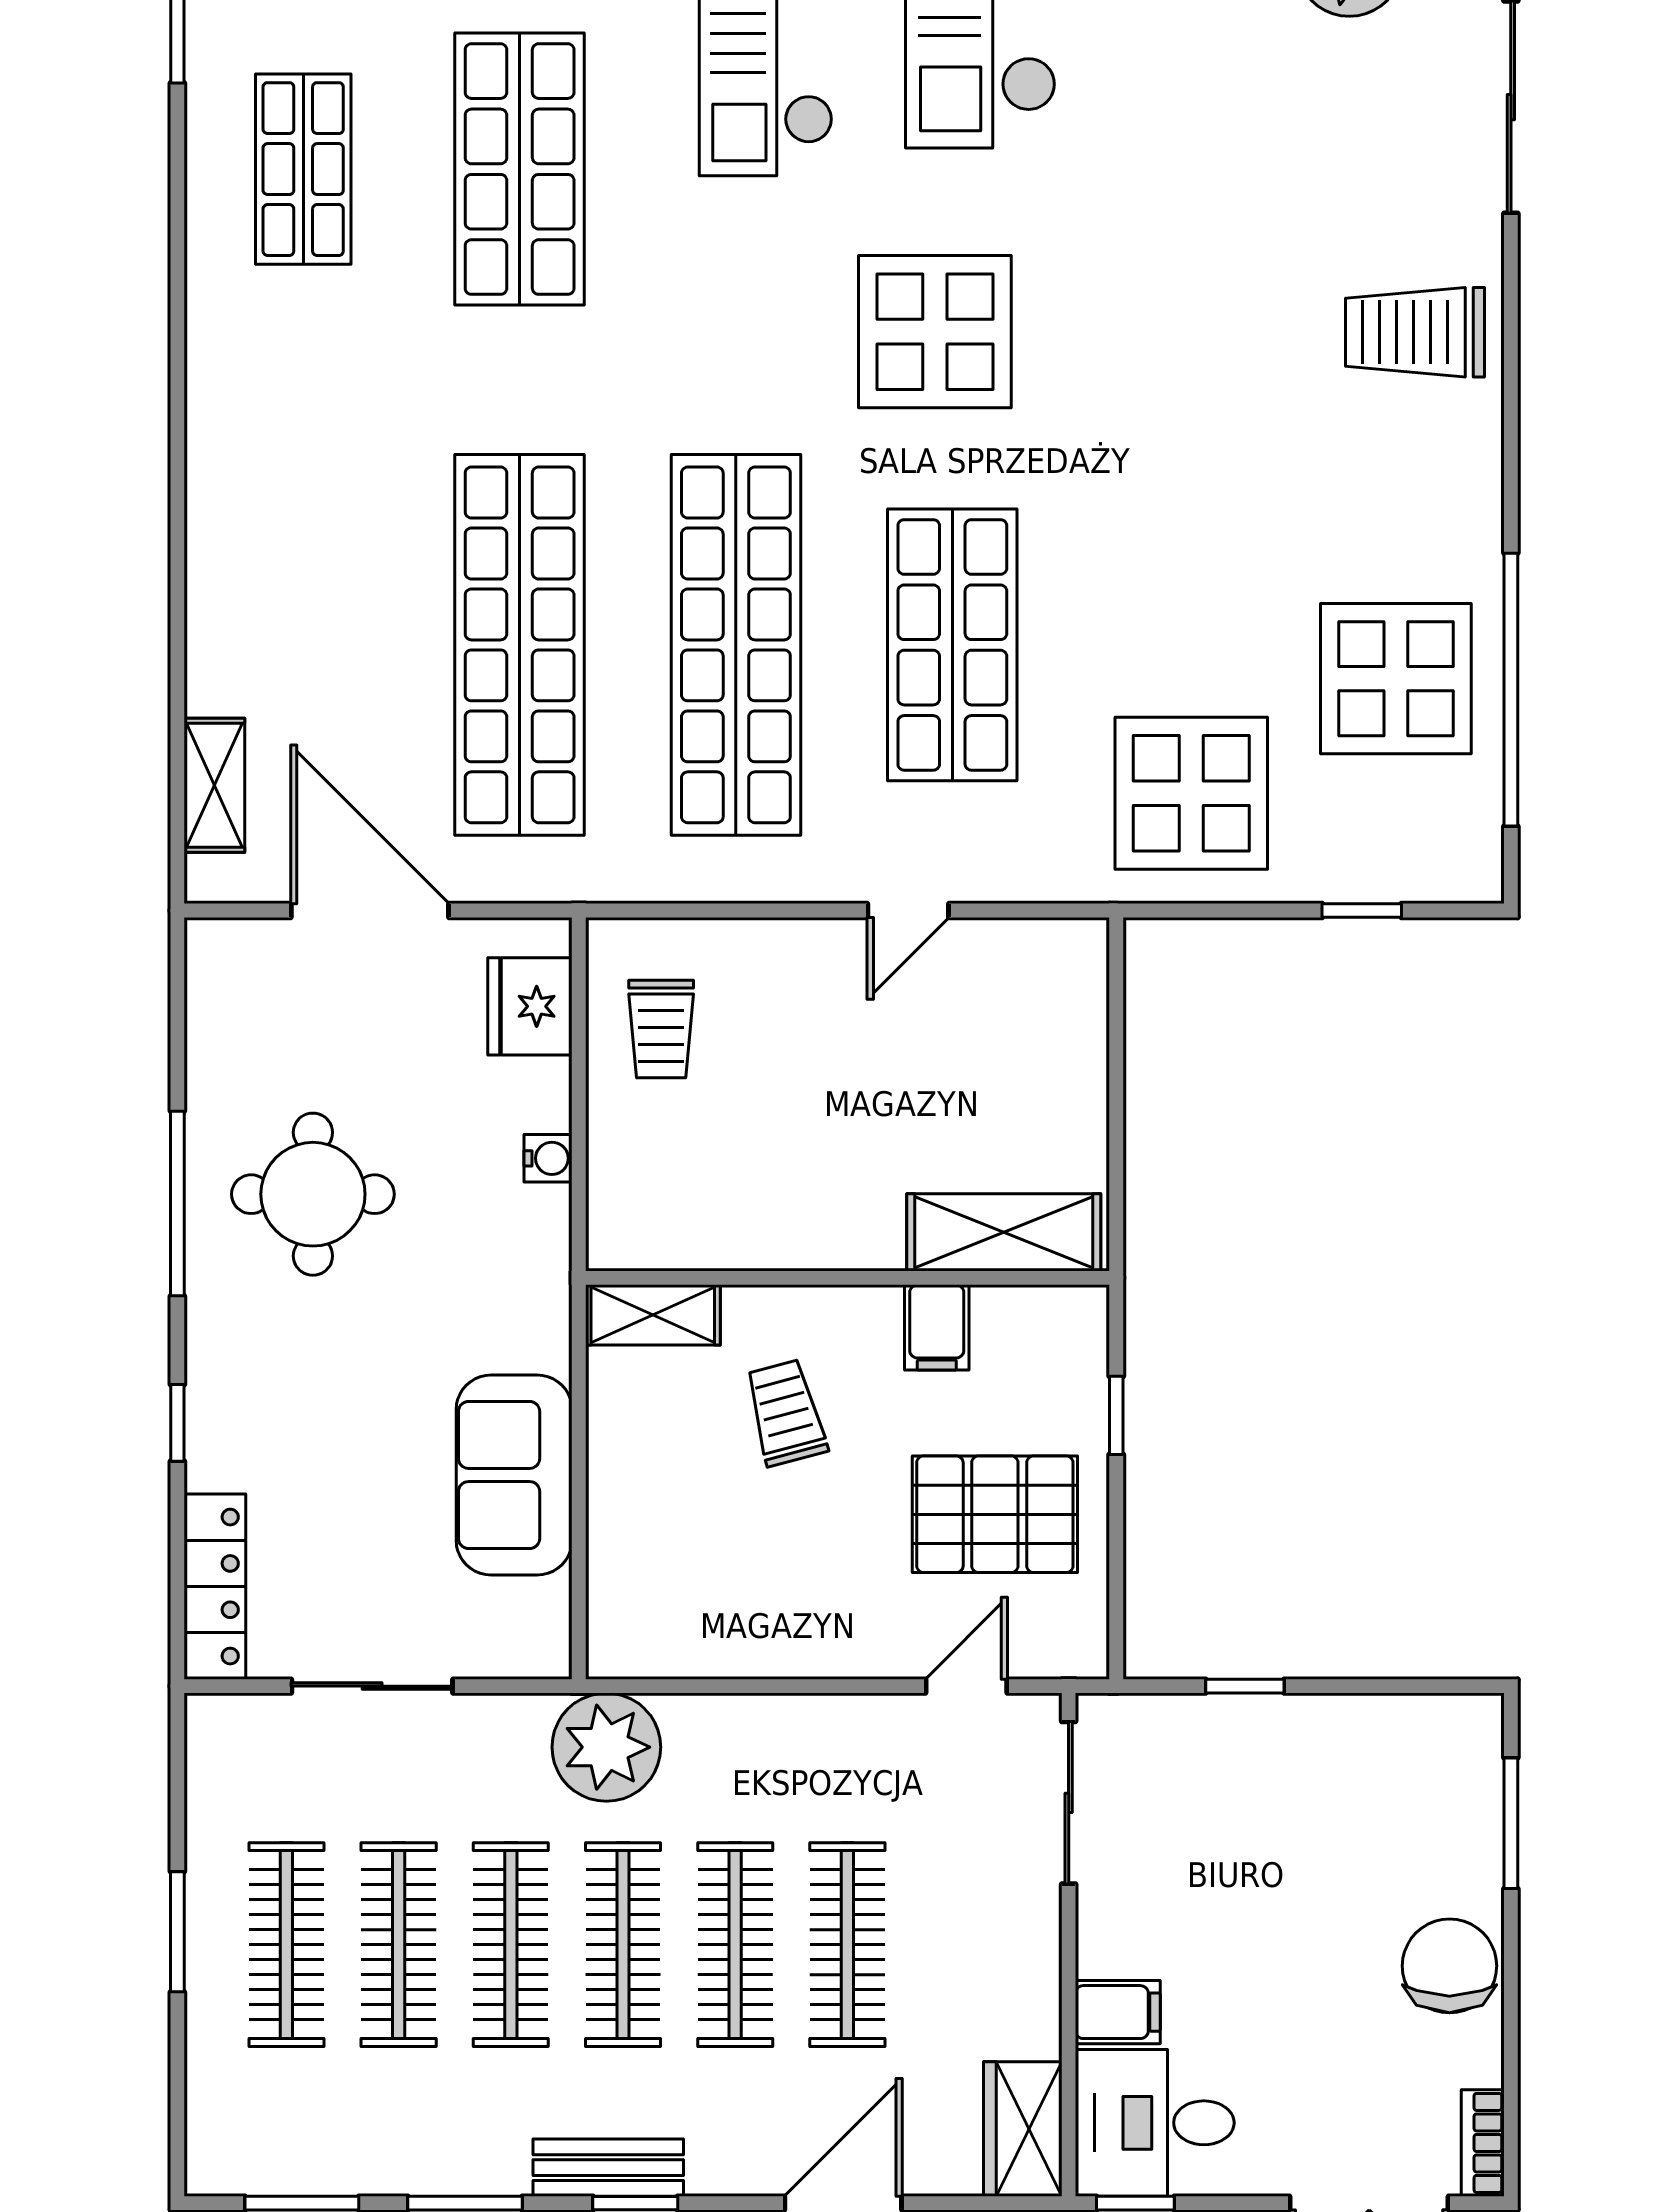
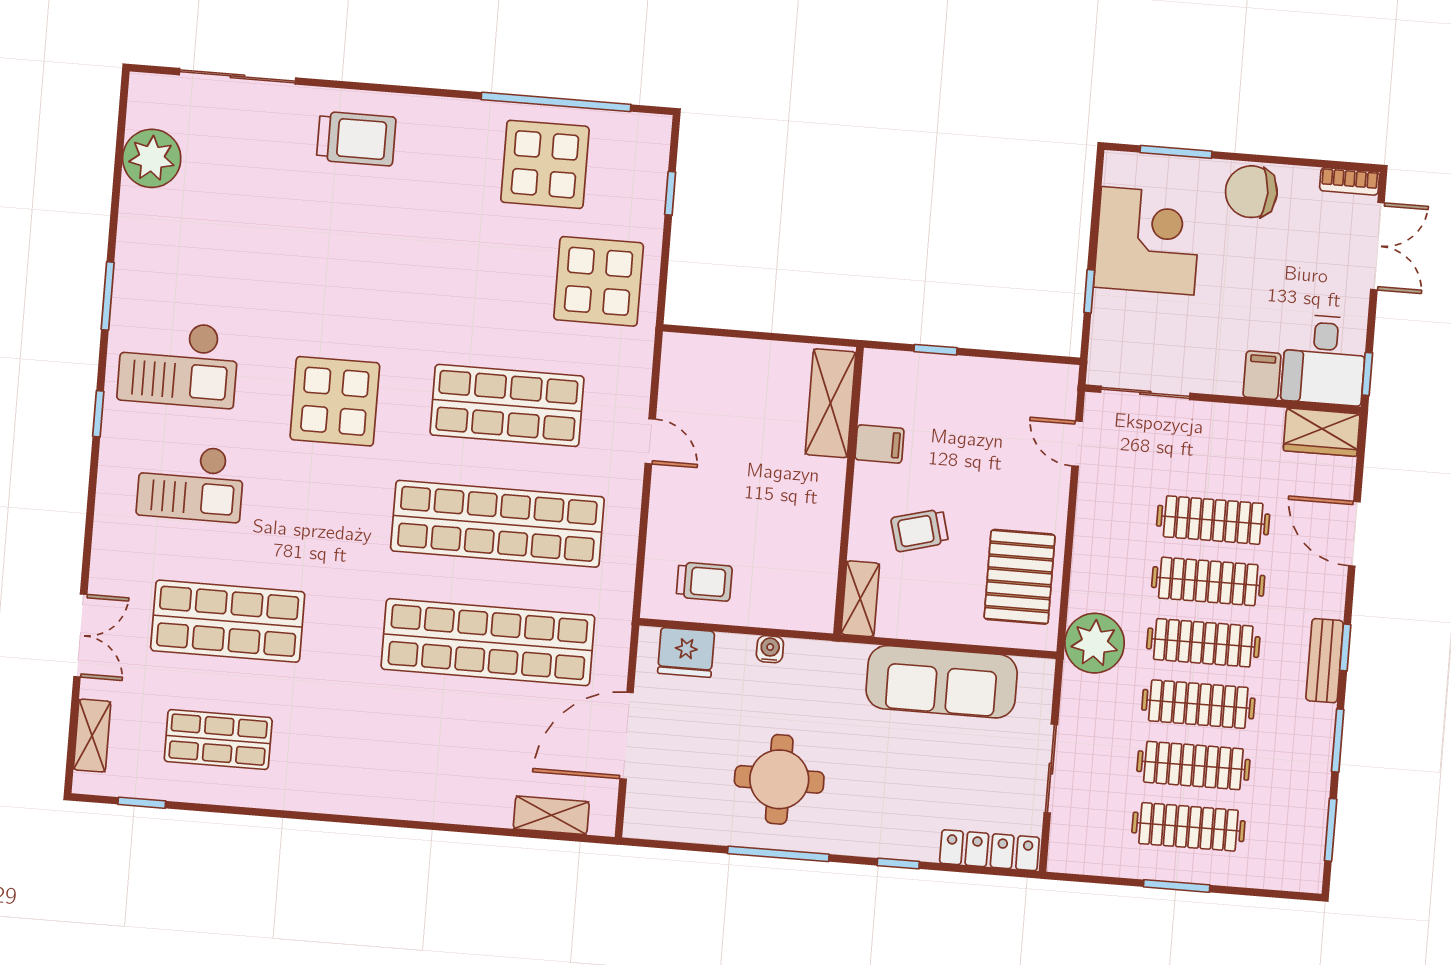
trolley: (1415, 332) -> (356, 139), turned -90
sofa: (514, 1475) -> (942, 682), width x1.36
pallet: (995, 1514) -> (1020, 577), moved
corner desk: (1345, 1785) -> (1148, 241), added

